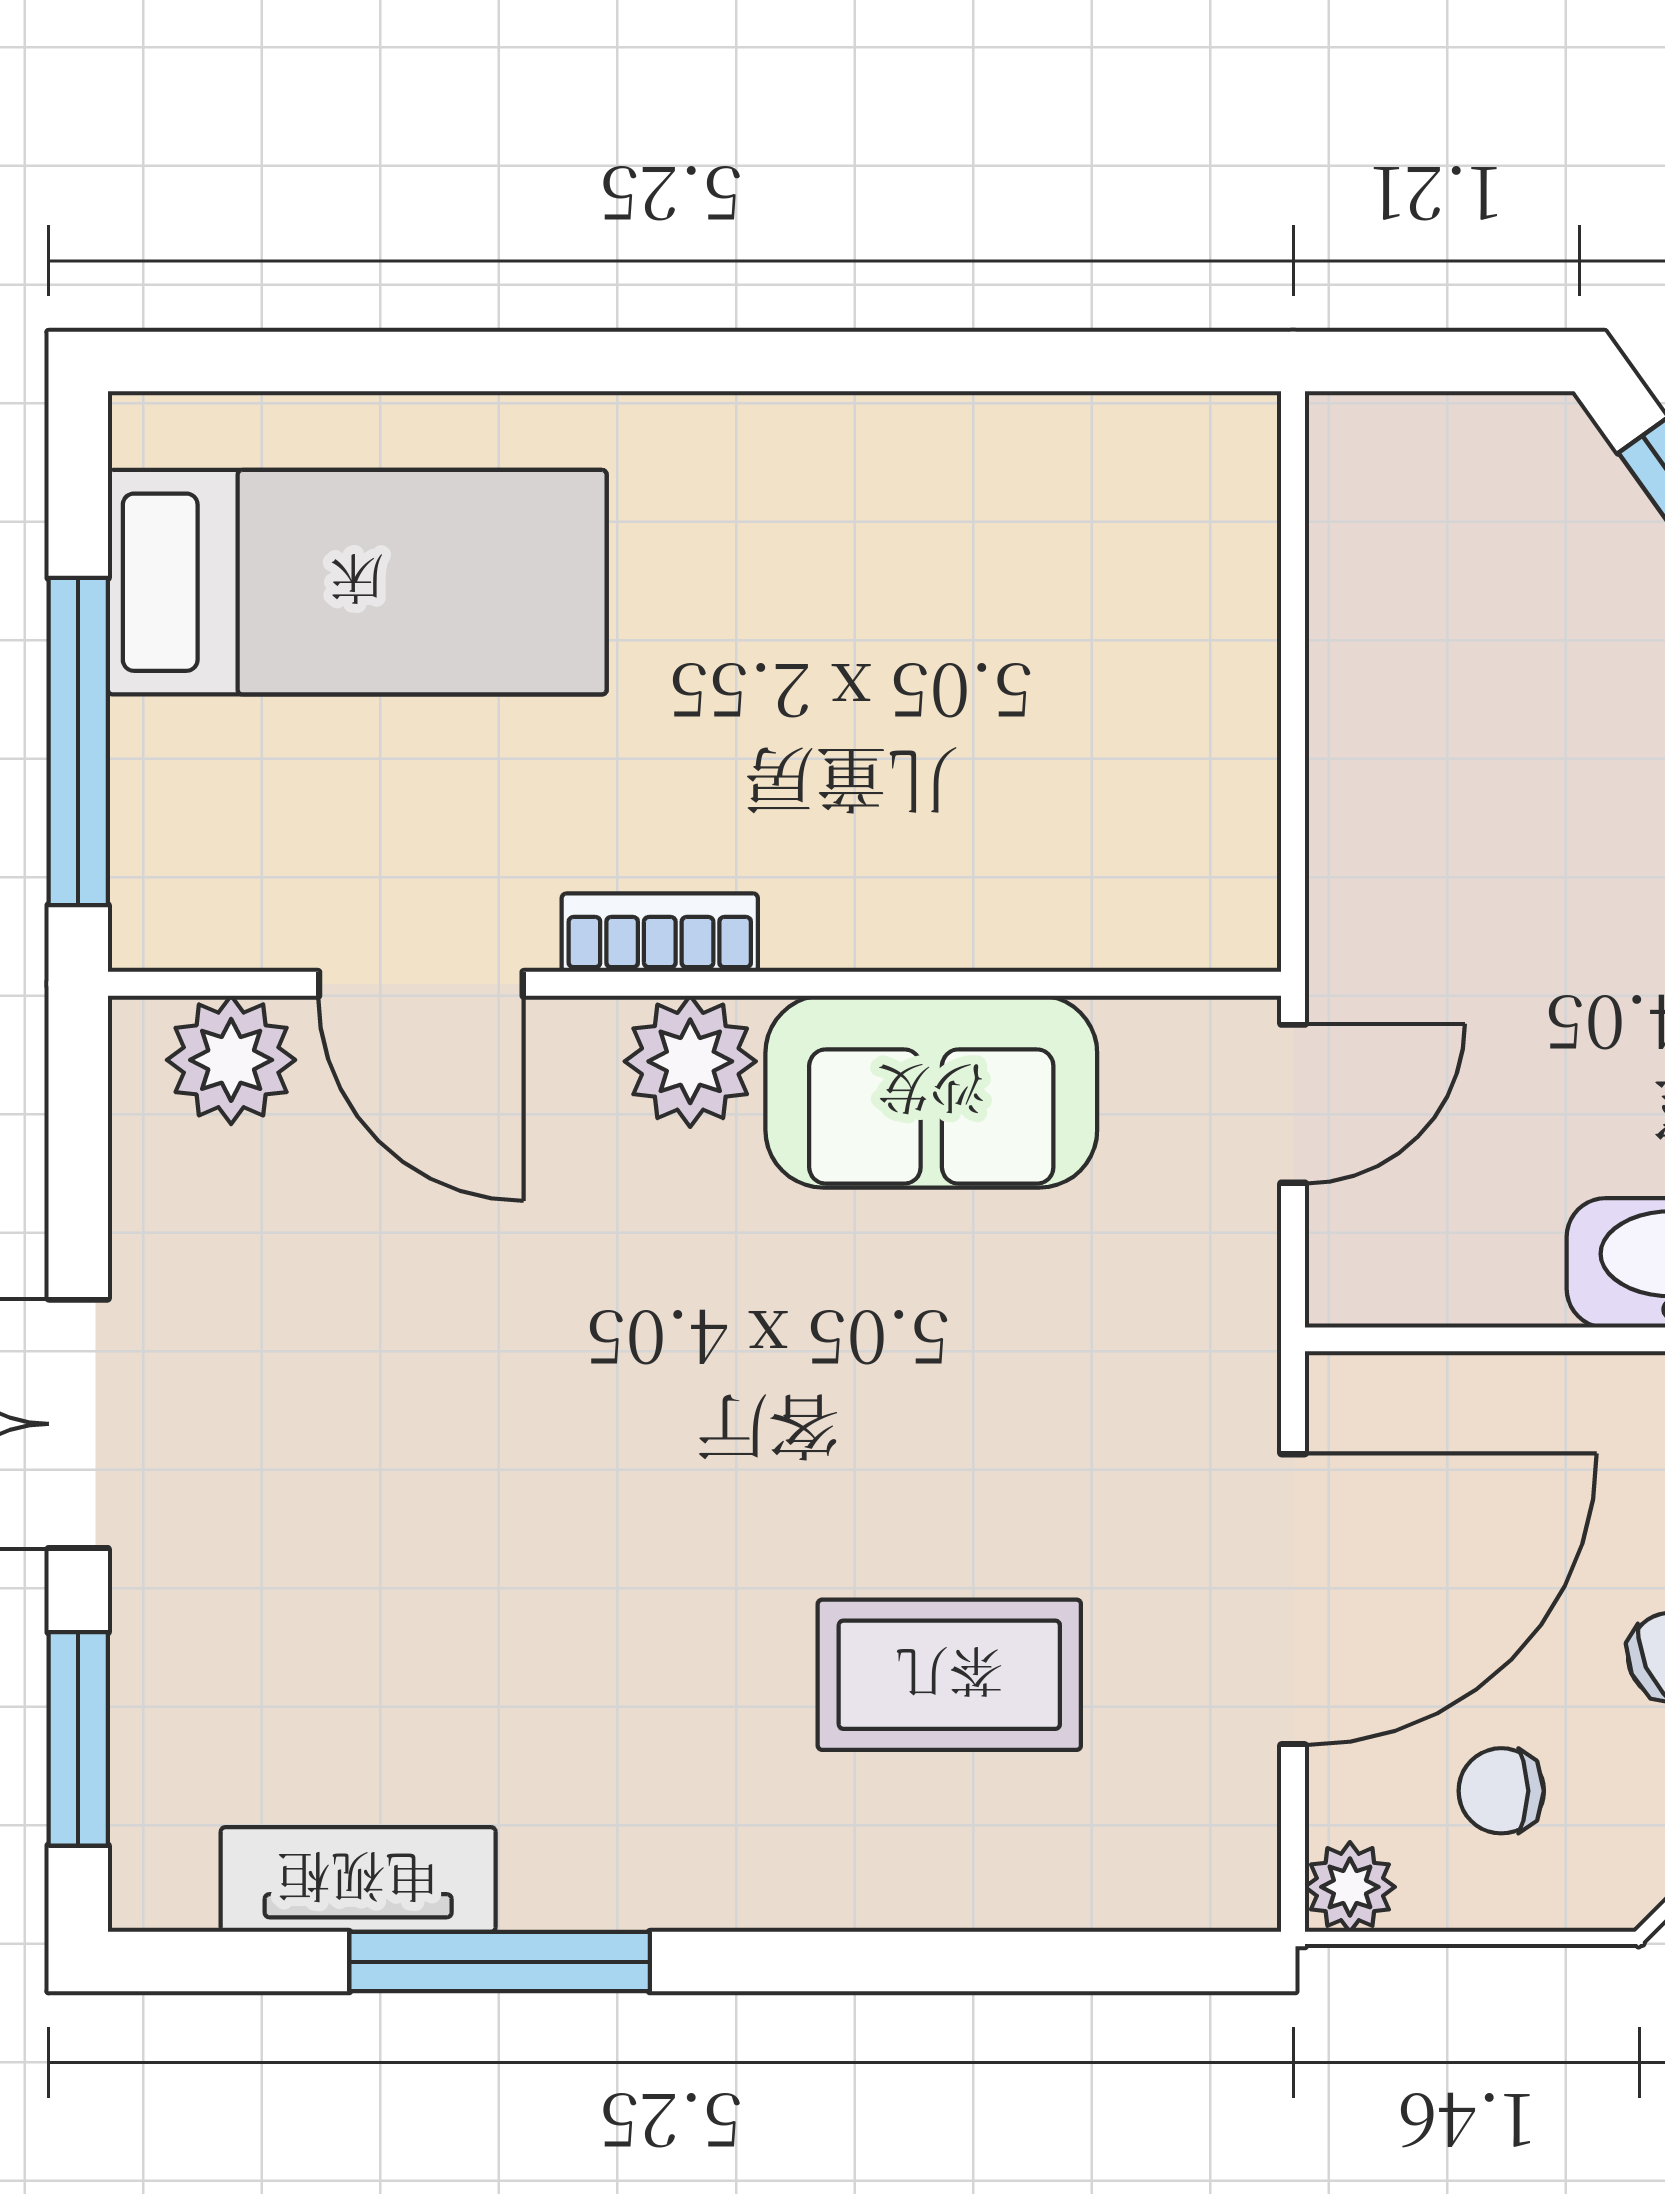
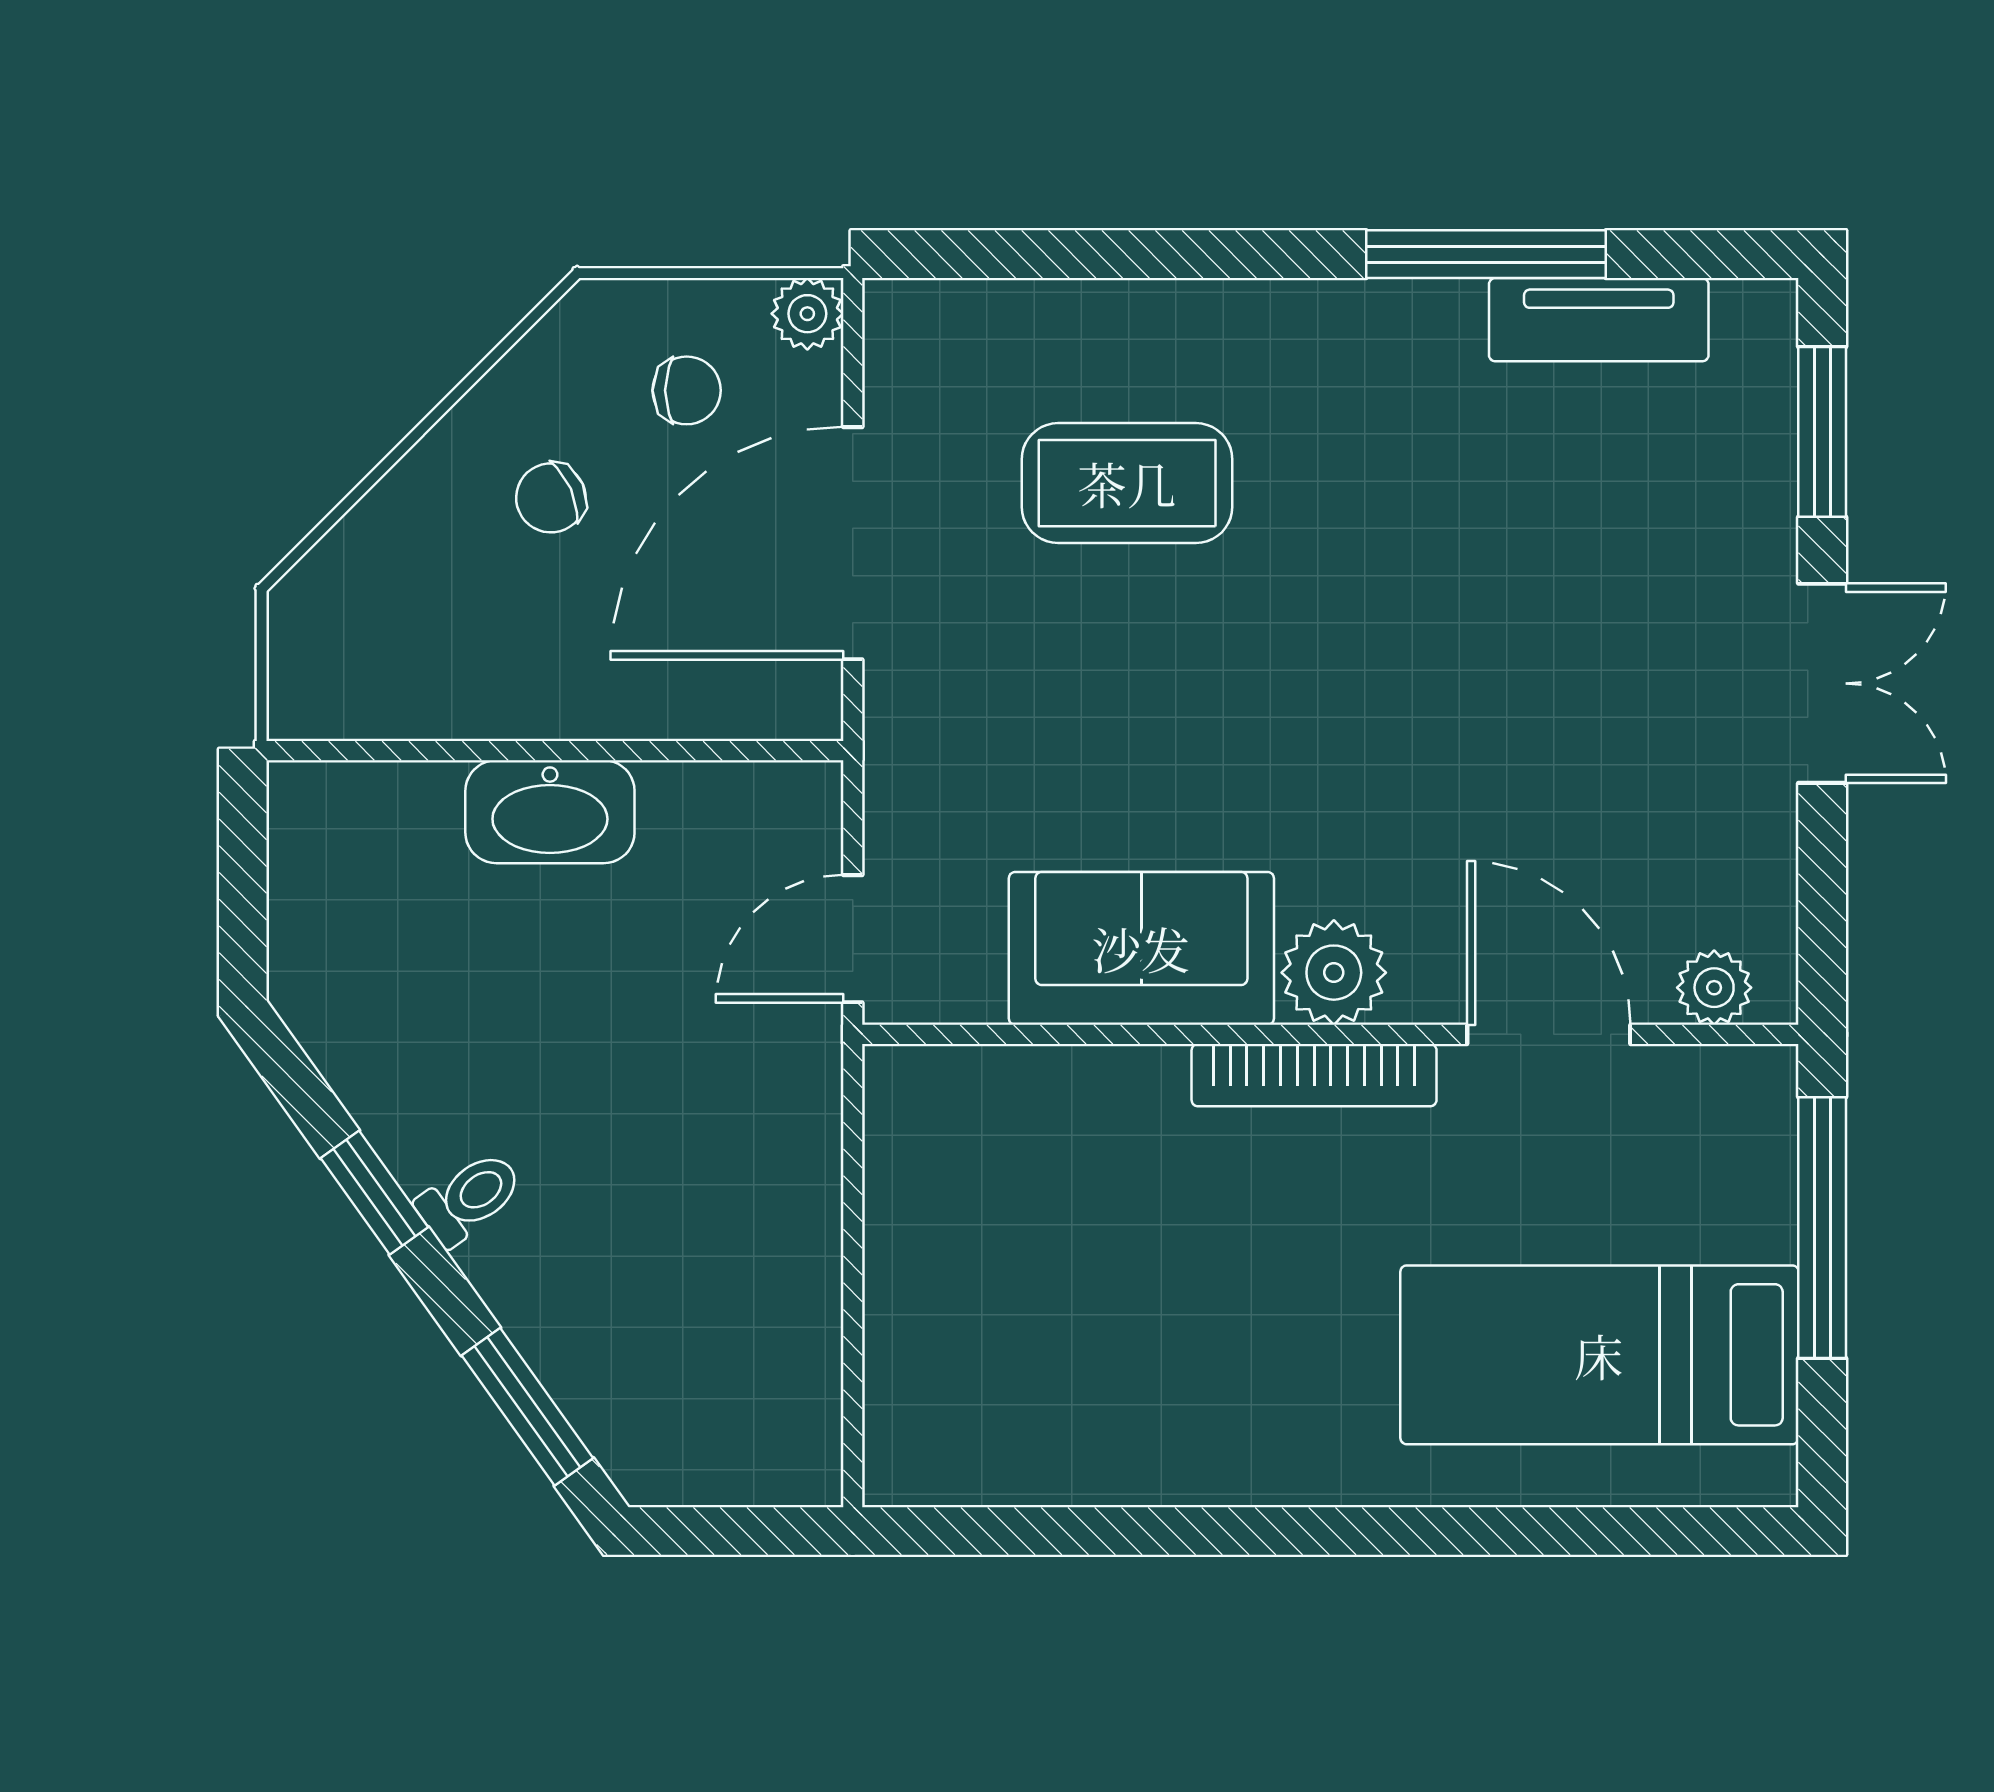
bookcase: (660, 933) -> (1314, 1075), width x1.56
plant: (231, 1060) -> (1714, 988), width x0.73, depth x0.73

